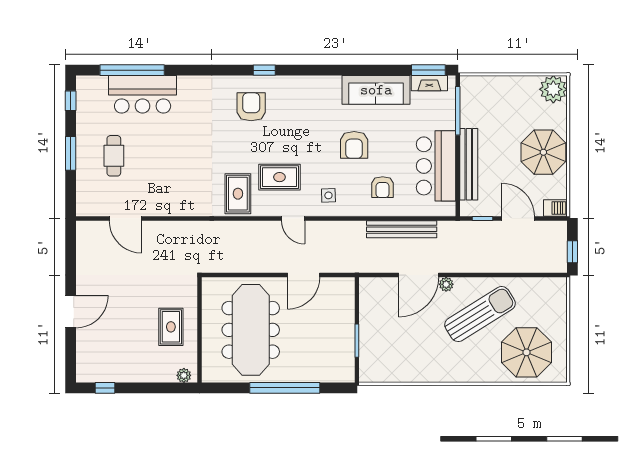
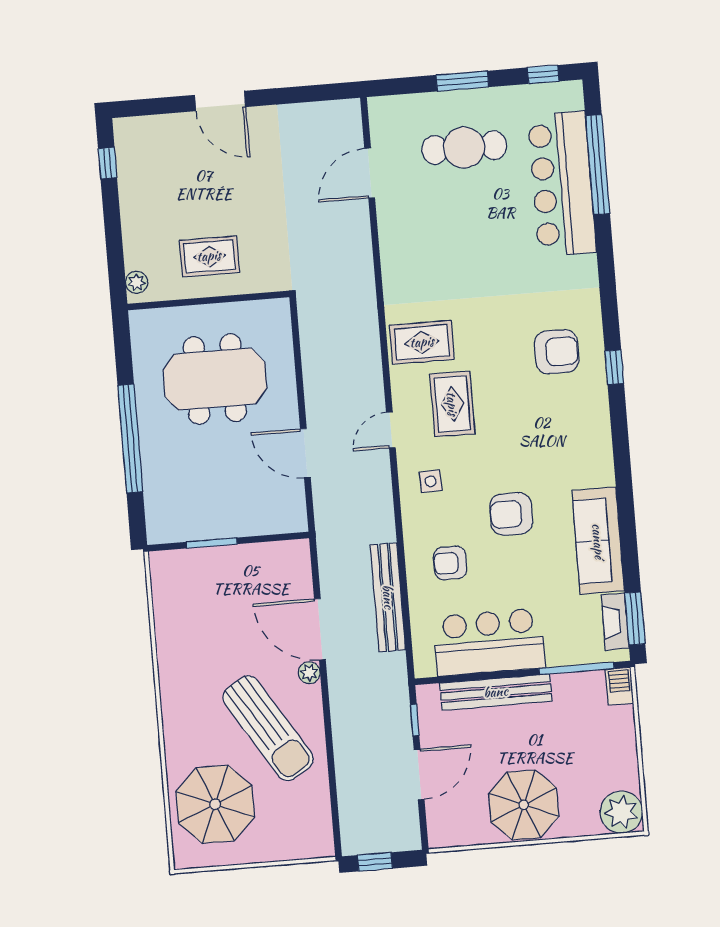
bar counter: (143, 94) -> (562, 184), width x1.36
cafe table: (114, 156) -> (464, 148), width x1.37, depth x1.35
barbecue: (555, 208) -> (619, 686), moved, turned 180
meeting table: (251, 330) -> (215, 379), width x0.73

